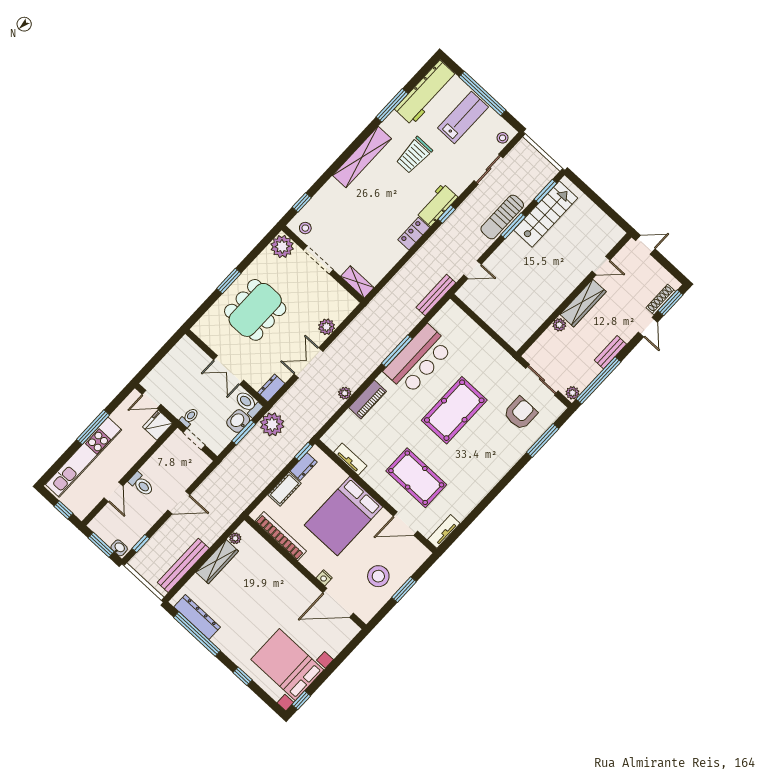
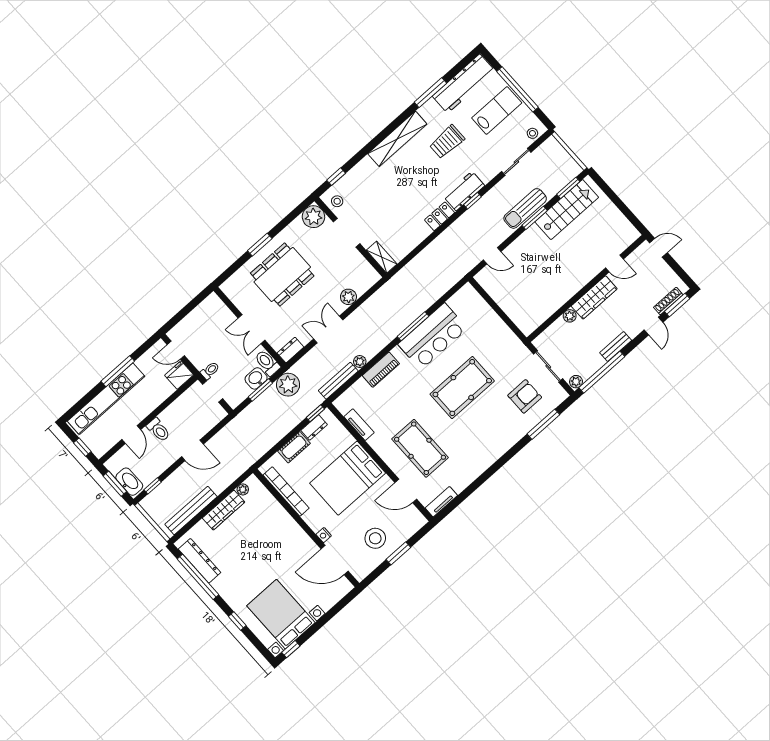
bench: (436, 295) -> (338, 381), moved
washbasin: (119, 548) -> (129, 482), width x1.91, depth x1.45

